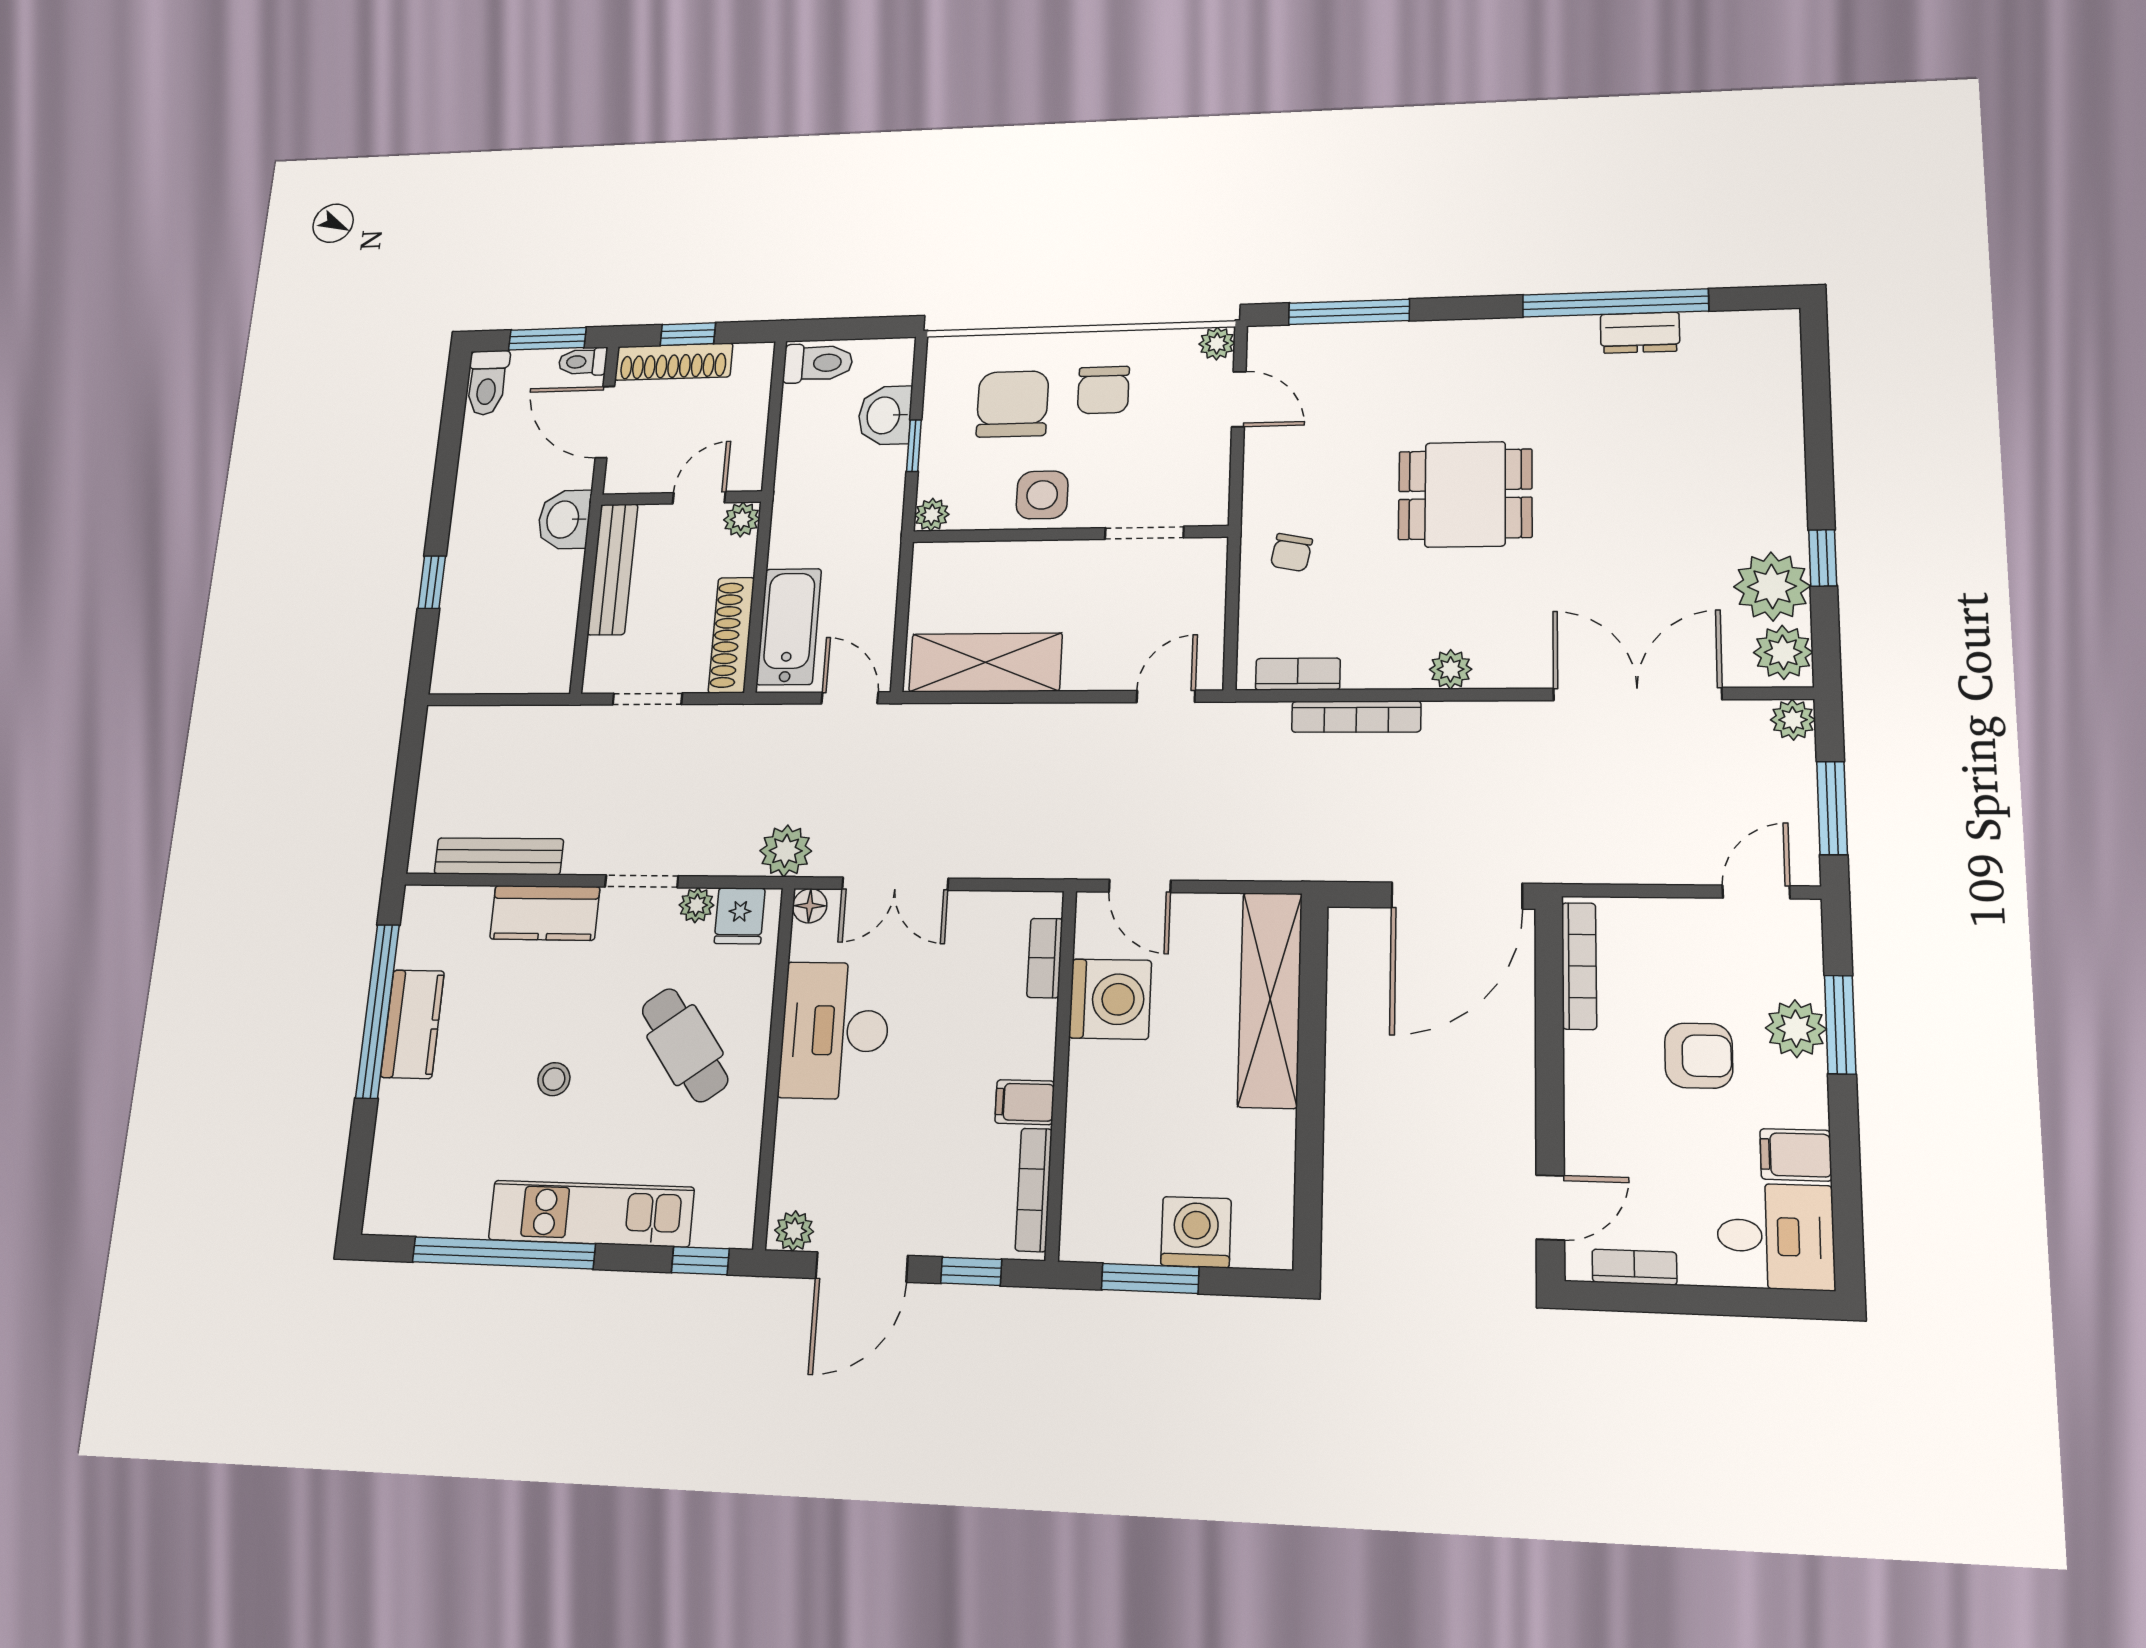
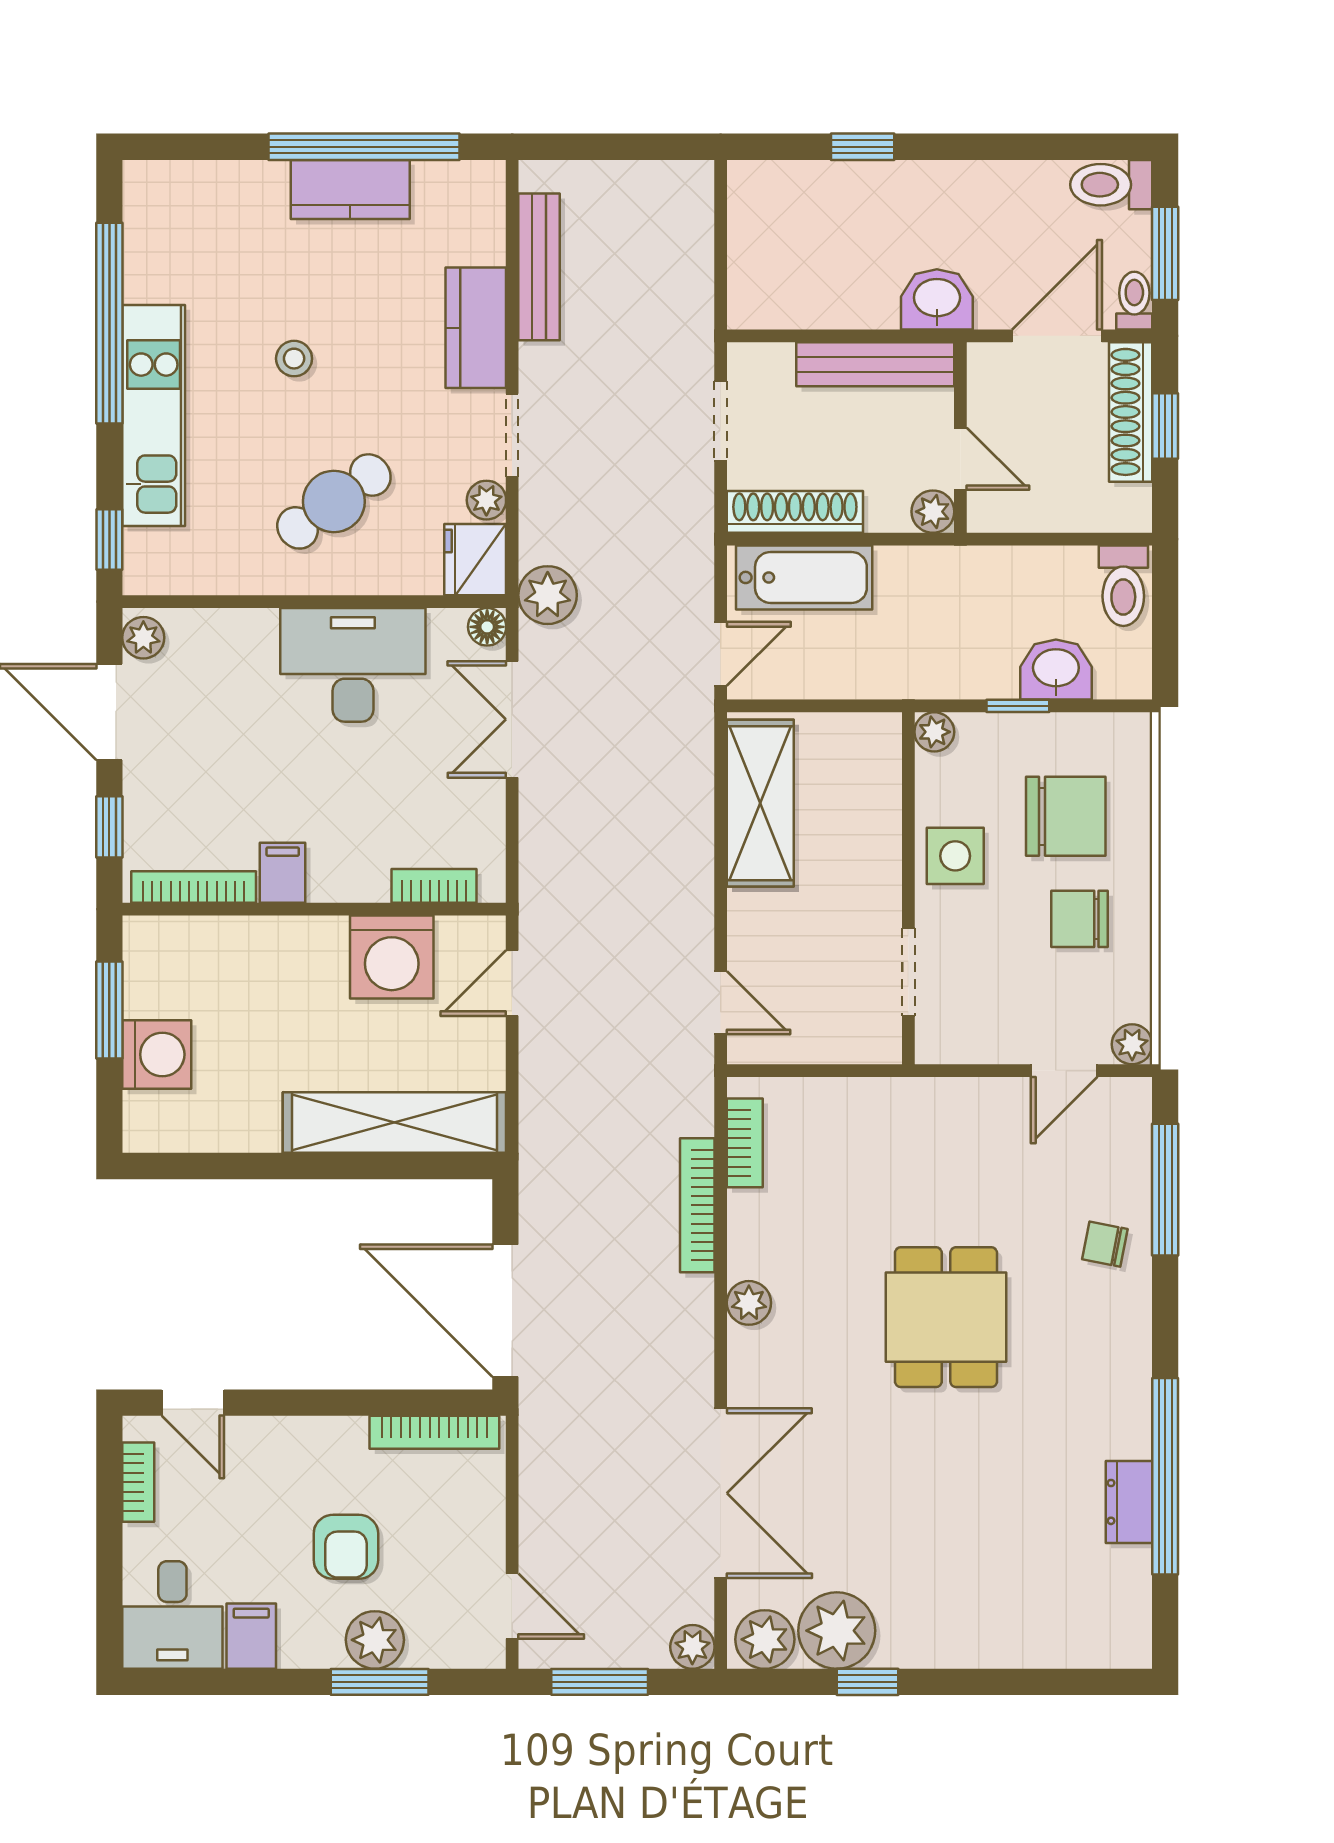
chair: (1291, 553) -> (1105, 1244), moved
fridge: (740, 916) -> (475, 560), width x1.38

